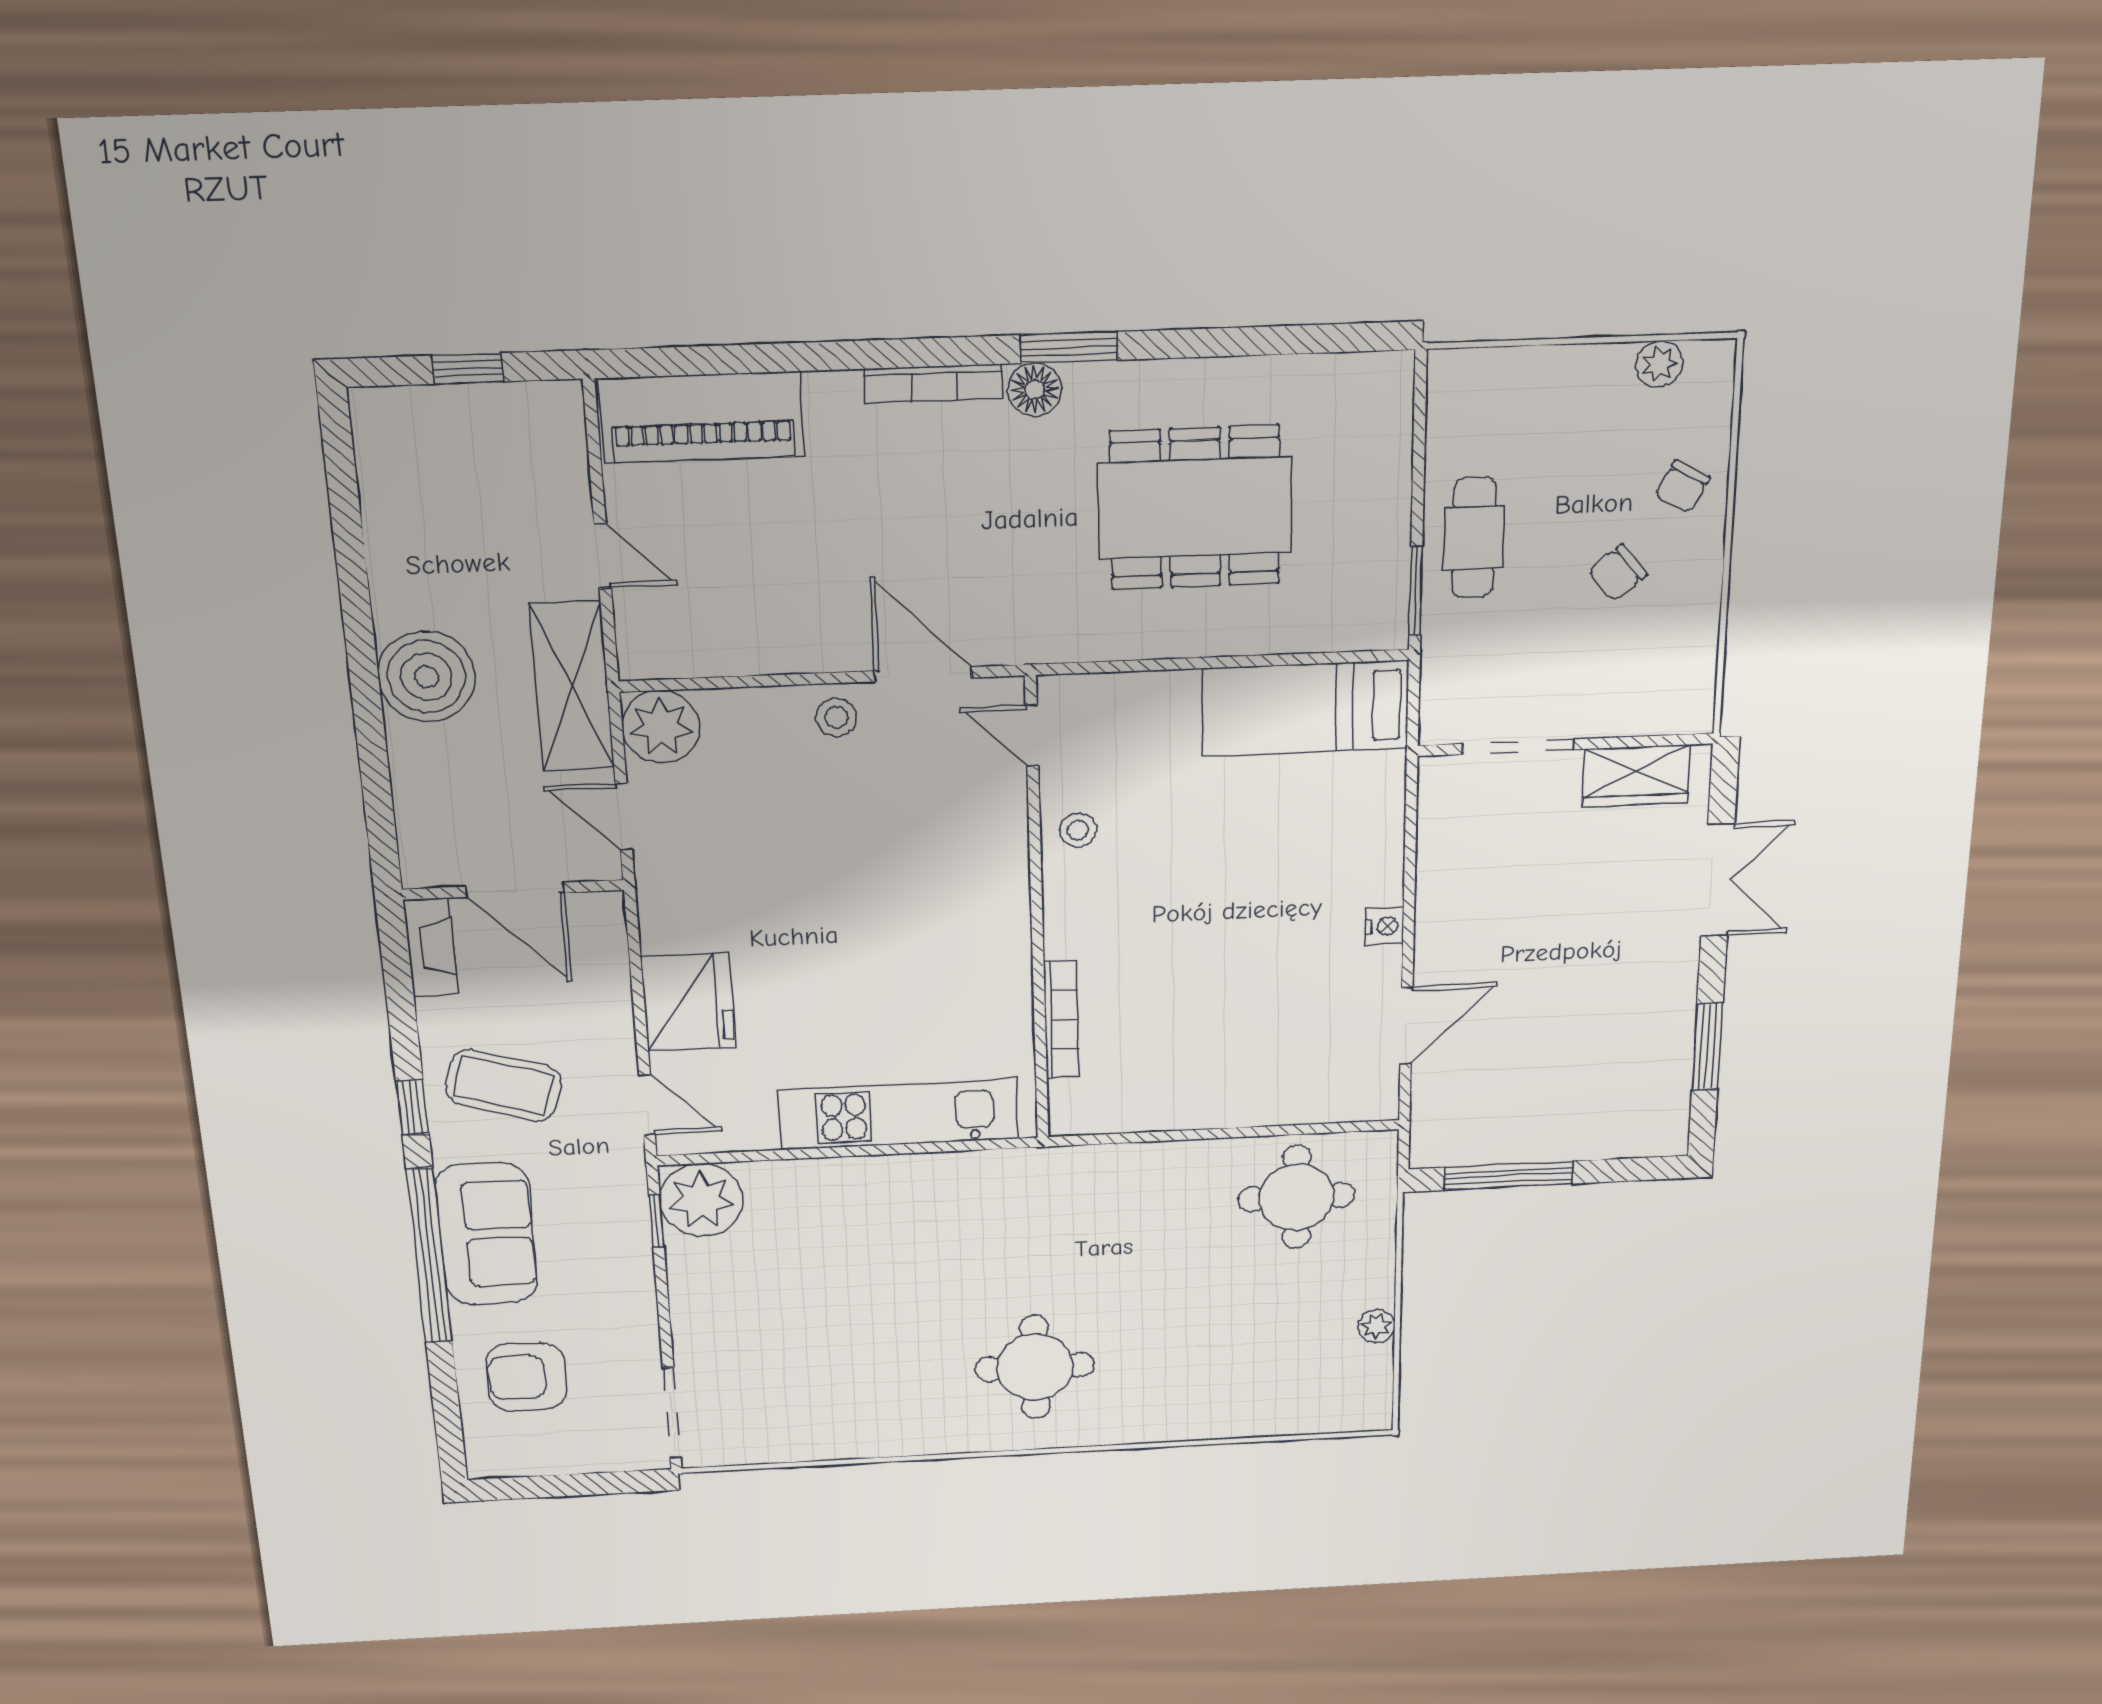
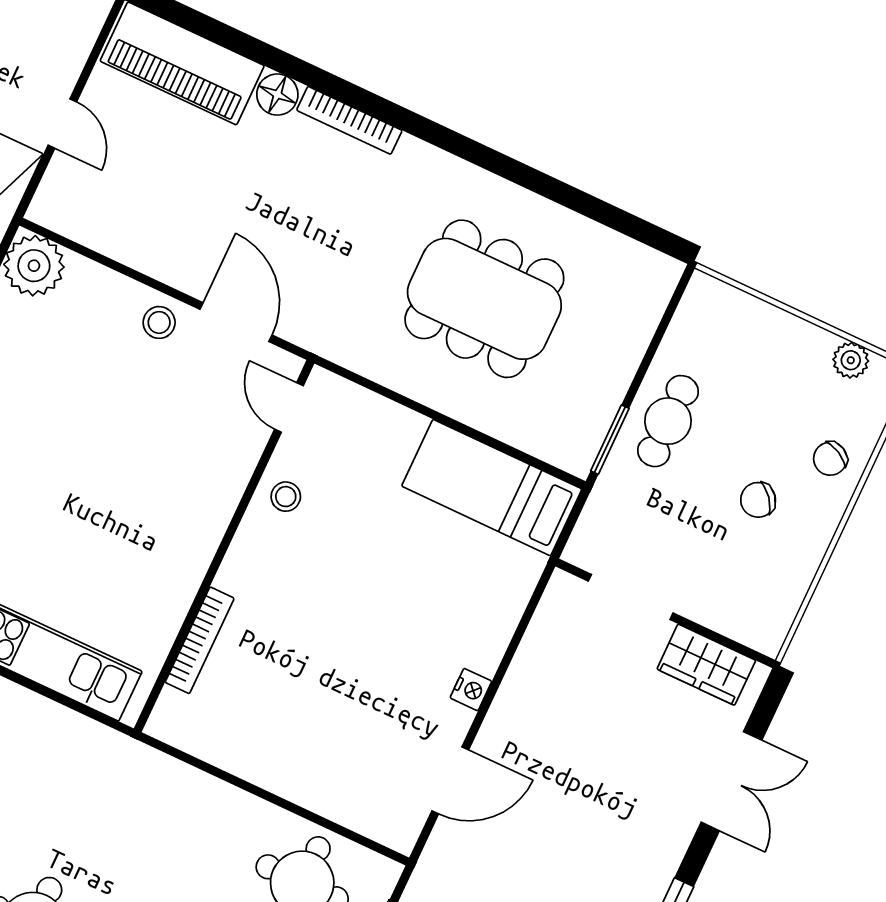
window: (1069, 348) -> (453, 142), removed
floor lamp: (1035, 390) -> (277, 95), moved

